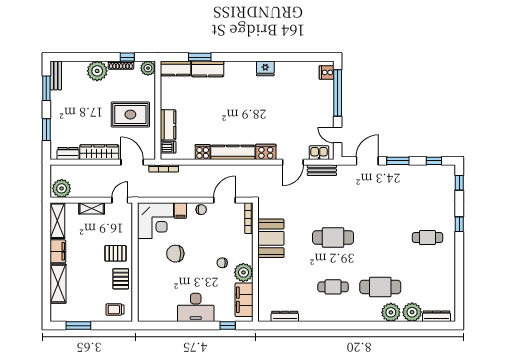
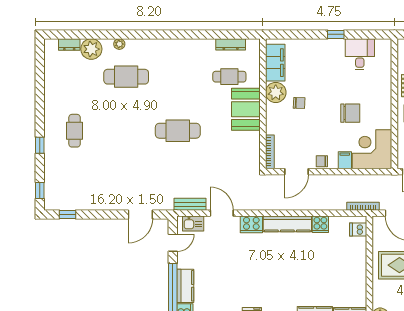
kitchen counter: (168, 125) -> (185, 286), moved, turned 180
door: (338, 135) -> (173, 243), hinge flipped
window: (398, 161) -> (107, 214), removed
door: (293, 162) -> (222, 213), hinge flipped
booth: (271, 238) -> (246, 109), moved
cafe table: (427, 238) -> (75, 131), turned 90
cafe table: (333, 287) -> (229, 77), moved
desk: (196, 307) -> (360, 54), moved, width x0.73
plant: (391, 312) -> (119, 44), width x0.53, depth x0.53
dresser: (437, 316) -> (69, 45), width x0.70
window: (228, 326) -> (336, 34), moved

